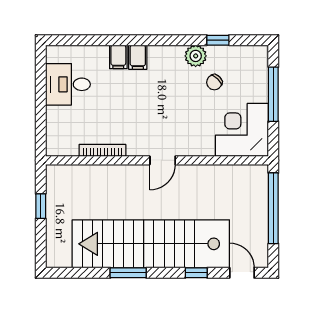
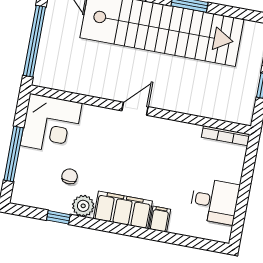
filing cabinet: (138, 57) -> (123, 210), width x3.00, depth x1.17
chair: (214, 82) -> (70, 176), turned -44
bookcase: (102, 150) -> (226, 136), moved

